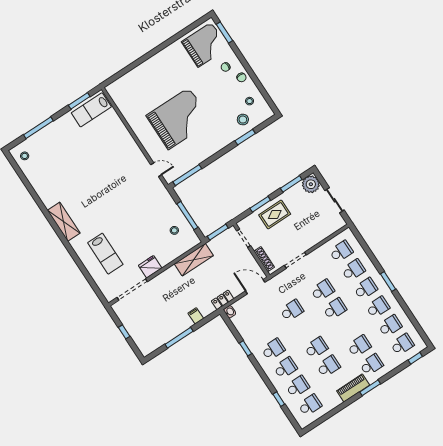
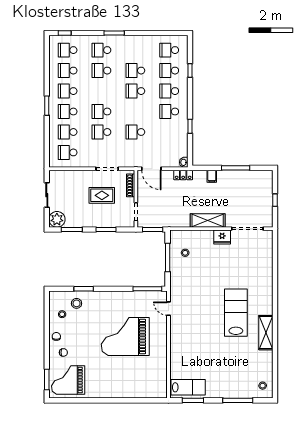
rug: (275, 214) -> (102, 195), moved
shelving: (64, 222) -> (266, 333), moved
lab bench: (105, 254) -> (236, 313), moved, width x1.36, depth x1.39
shelving: (194, 260) -> (208, 220), moved
piano: (353, 388) -> (127, 41), removed

